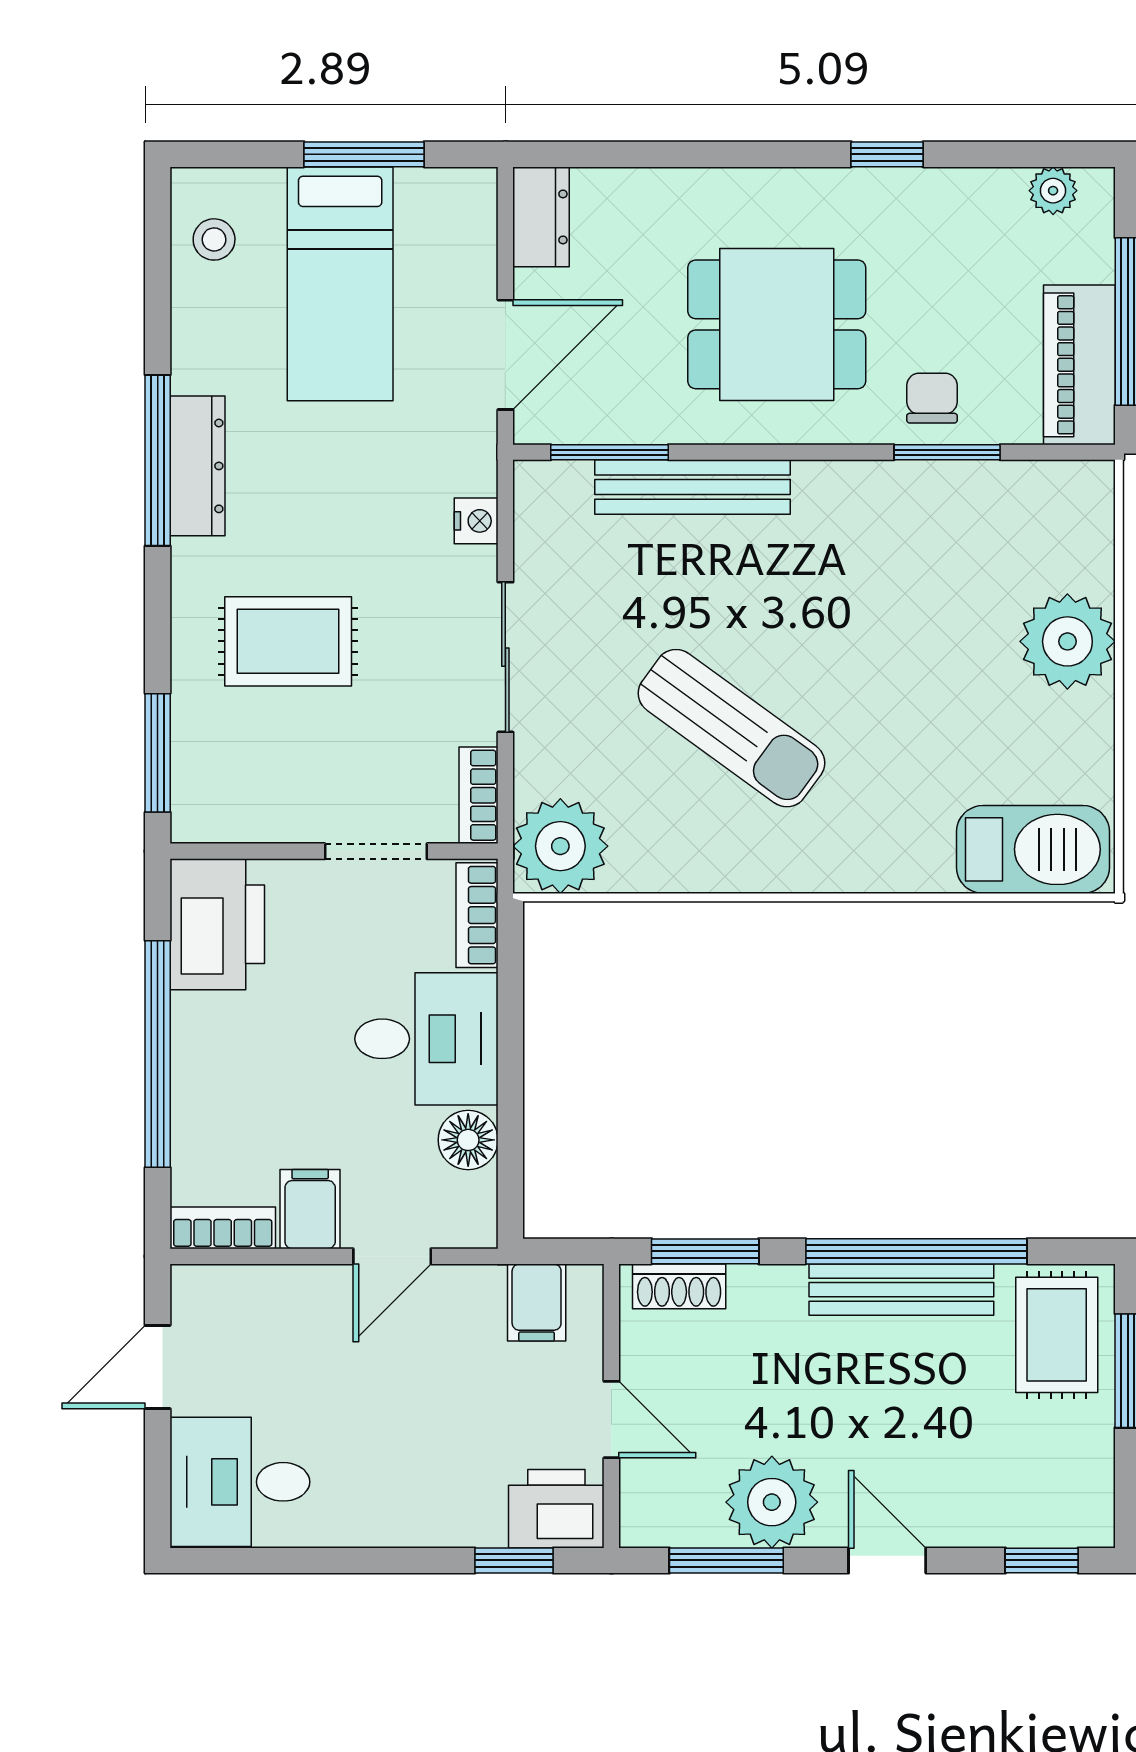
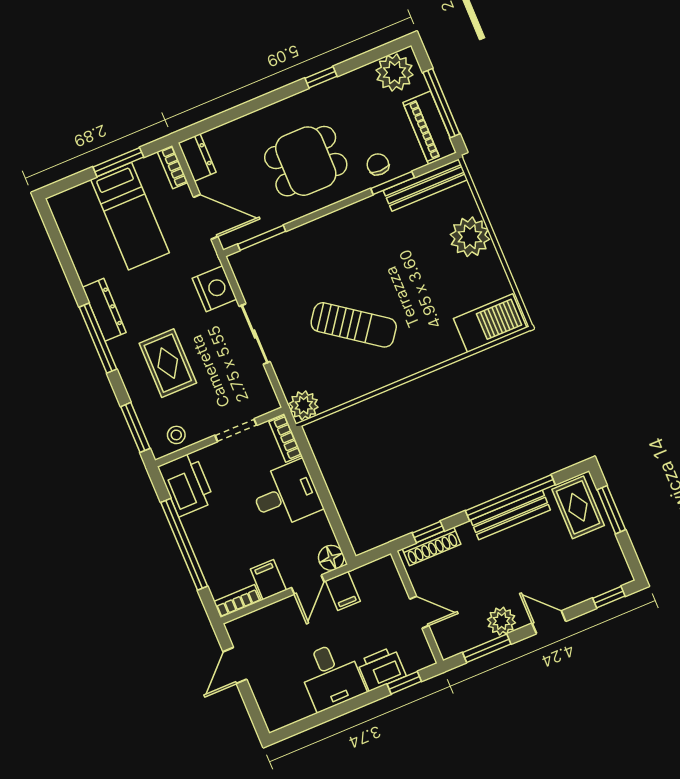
plant: (1053, 191) -> (395, 73), width x1.88, depth x1.88
stool: (214, 239) -> (176, 435), moved
door: (505, 355) -> (206, 217), hinge flipped
window: (158, 460) -> (98, 338), moved
bench: (693, 487) -> (425, 185), moved
nightstand: (476, 521) -> (214, 289), width x1.89, depth x1.79
rug: (288, 641) -> (168, 363), turned 90
bookcase: (479, 795) -> (173, 167), moved
plant: (560, 846) -> (304, 405), width x0.73, depth x0.73
floor lamp: (468, 1140) -> (331, 558), moved
window: (705, 1251) -> (428, 532), width x0.67
shoe rack: (679, 1286) -> (432, 546), width x1.43
filing cabinet: (537, 1302) -> (343, 591), moved
desk: (240, 1482) -> (331, 676), moved, turned -90
plant: (772, 1502) -> (502, 621), width x0.73, depth x0.73
printer: (556, 1509) -> (382, 669), moved

